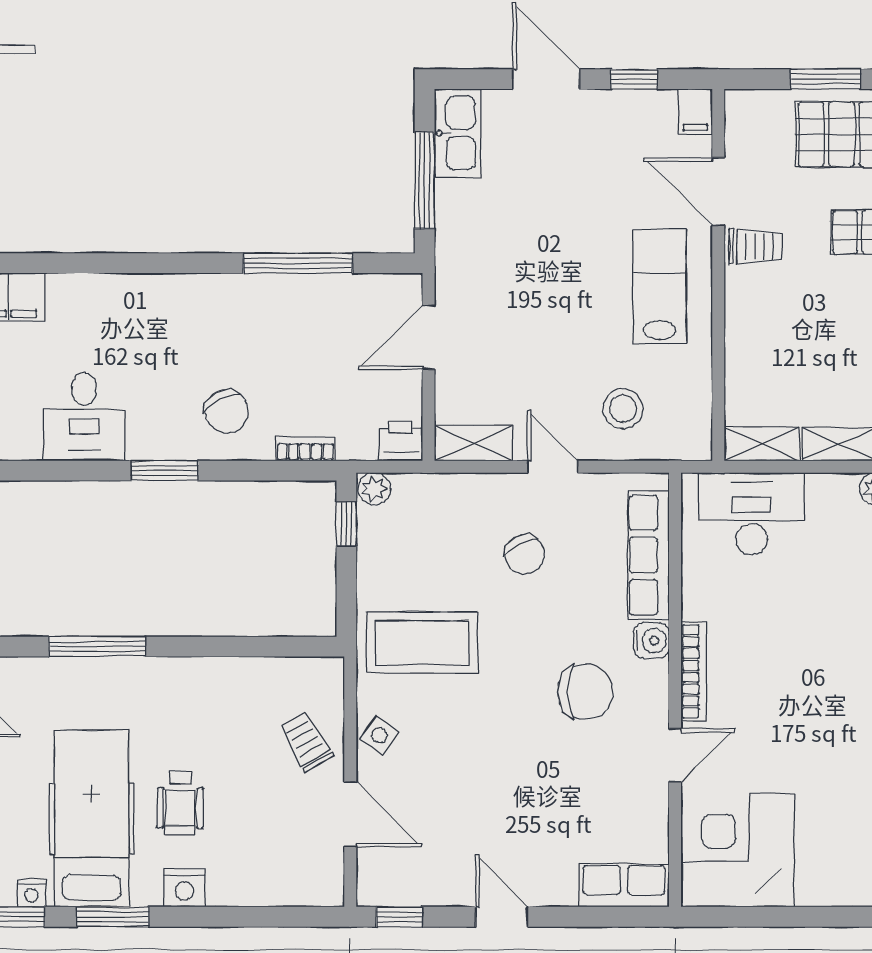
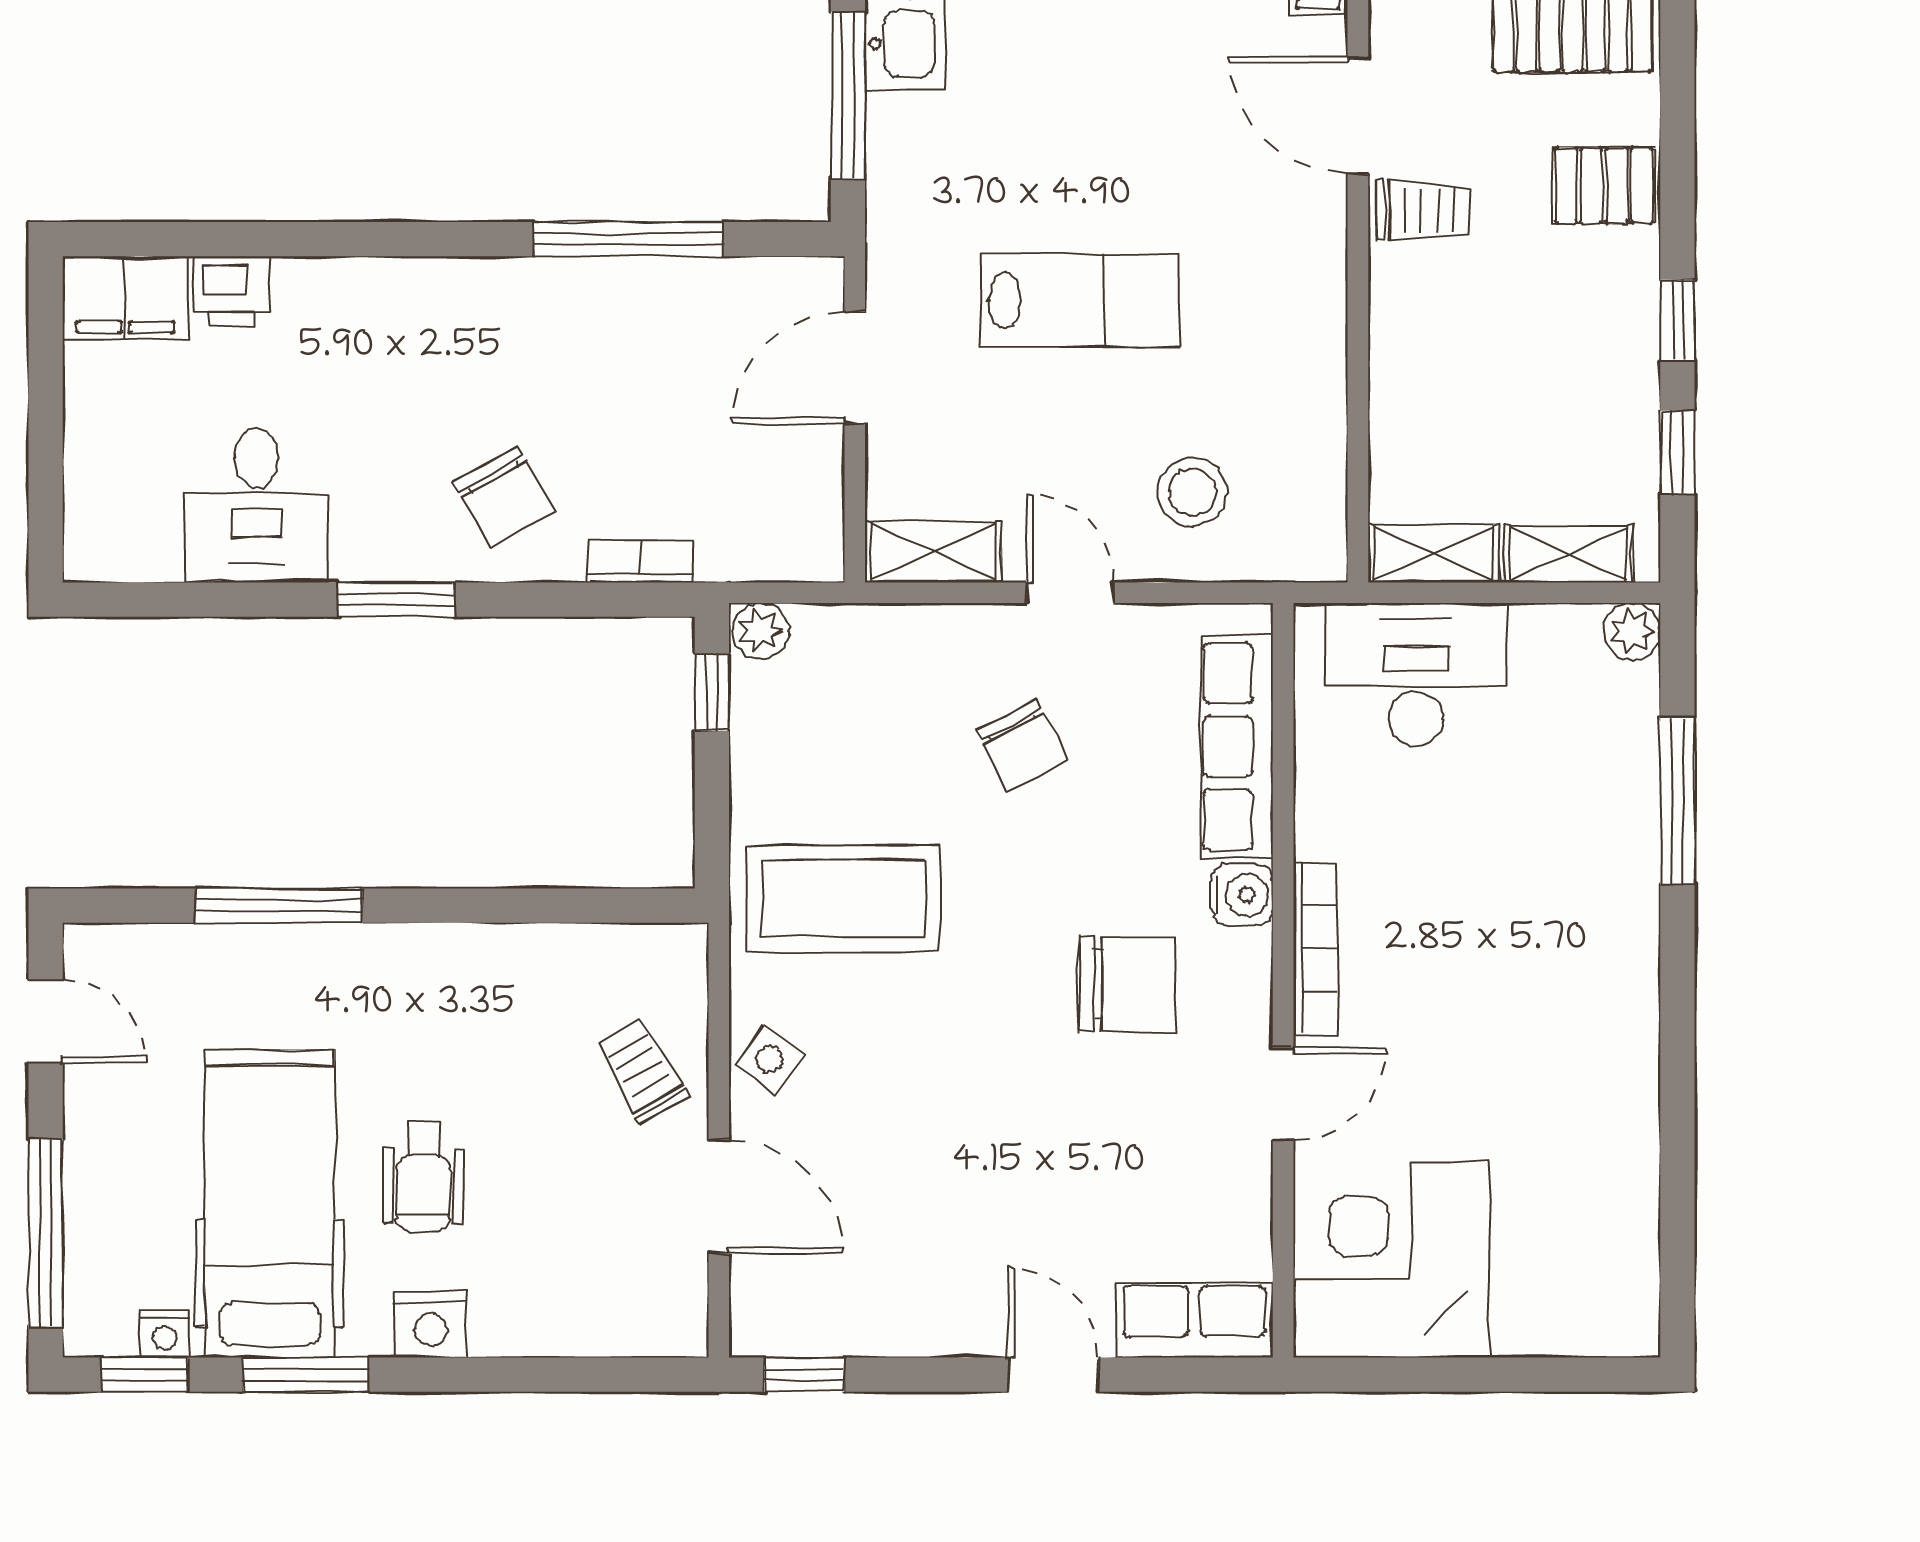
lab bench: (660, 287) -> (1080, 301), moved, turned 90
printer: (401, 441) -> (231, 291), moved, turned 180
door: (502, 917) -> (1053, 1375), moved

